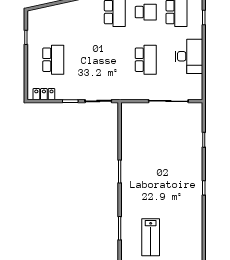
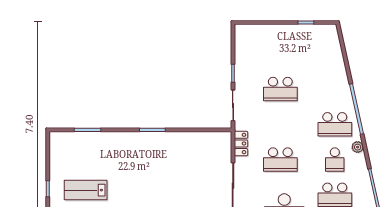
school desk: (53, 60) -> (280, 89), moved
locker: (44, 94) -> (241, 143), moved
lab bench: (151, 237) -> (86, 190), moved

